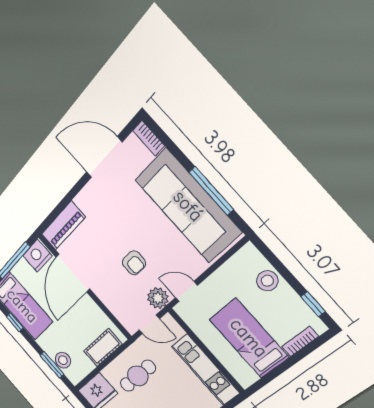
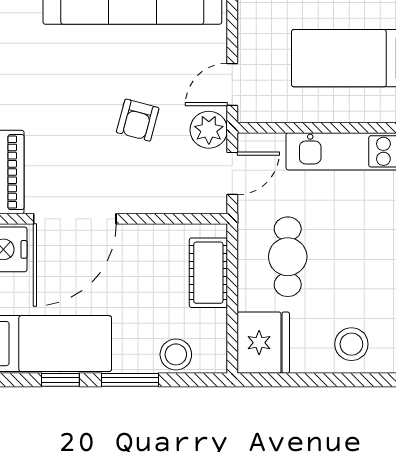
armchair: (134, 263) -> (138, 120), turned 105
door: (73, 273) -> (75, 219), hinge flipped
window: (52, 365) -> (130, 380), moved

